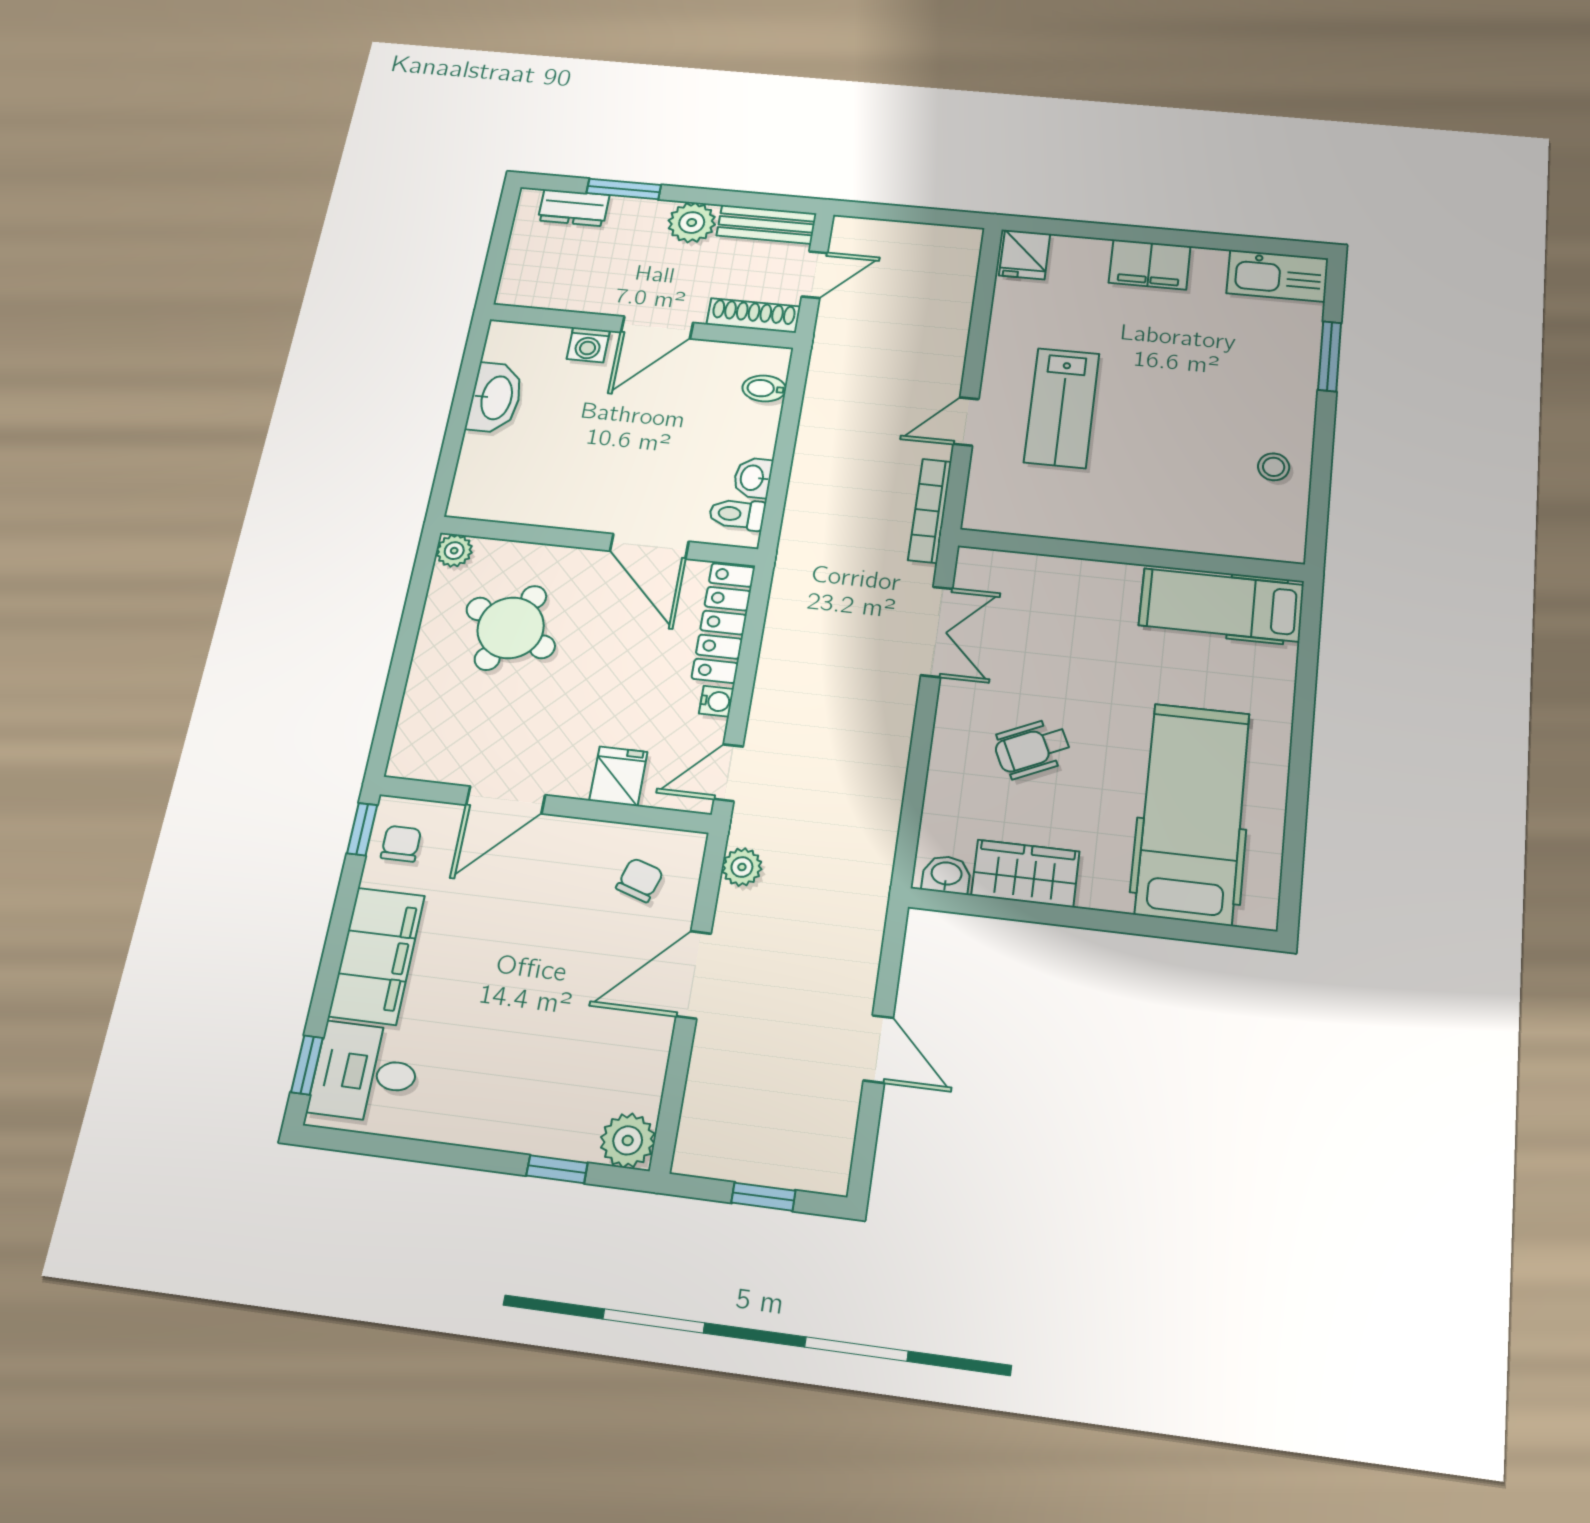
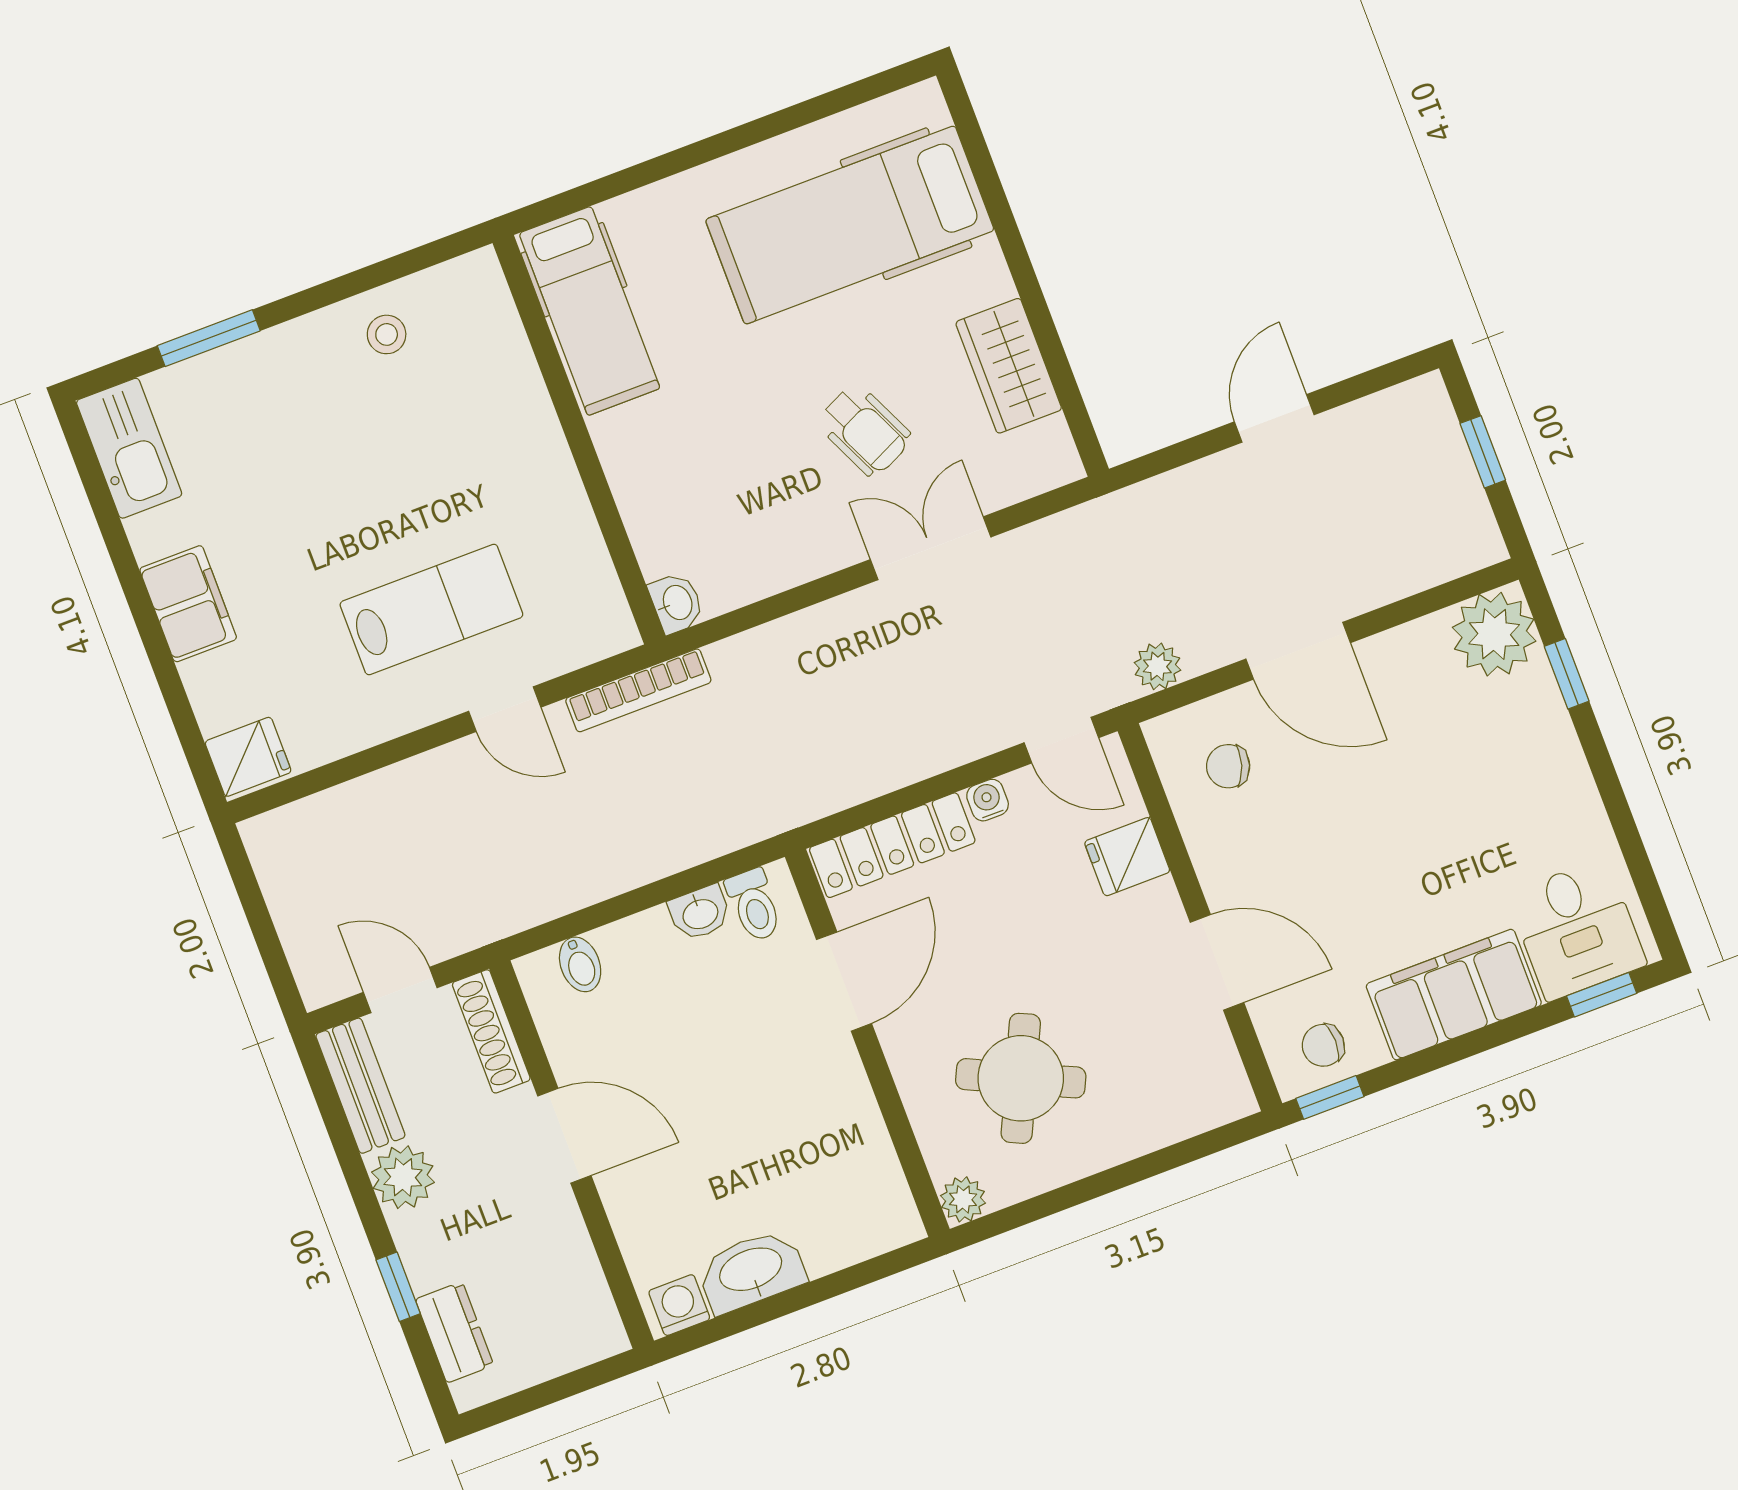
window: (624, 189) -> (398, 1287), width x0.67
washing machine: (588, 345) -> (679, 1305), moved, turned -90
double door: (937, 632) -> (931, 548), moved
washbasin: (946, 875) -> (676, 603), moved, turned 180
plant: (628, 1140) -> (1494, 634), width x1.36, depth x1.36

